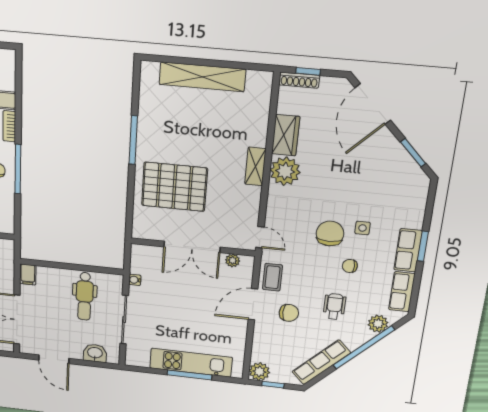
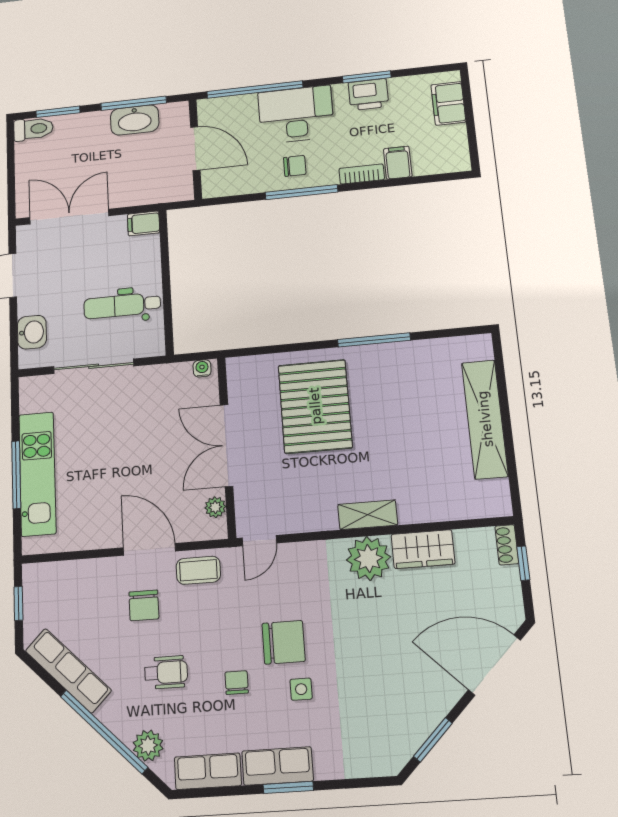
shoe rack: (299, 80) -> (507, 545), width x0.70
water cooler: (135, 280) -> (202, 368), moved
plant: (259, 372) -> (38, 579), removed

